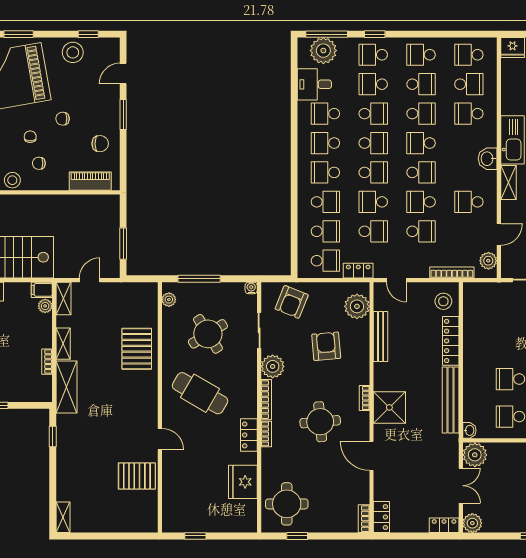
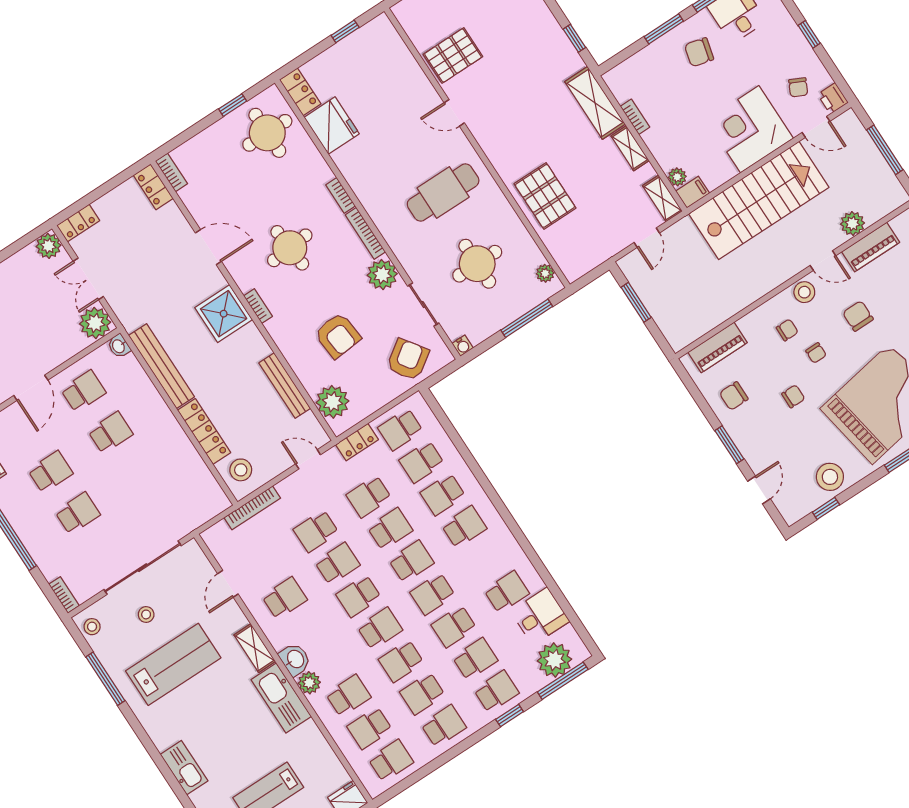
school desk: (325, 143) -> (485, 559), removed
school desk: (373, 172) -> (411, 561), turned 180
plant: (488, 261) -> (309, 683), moved
armchair: (292, 302) -> (408, 360), turned 33
round table: (208, 334) -> (477, 264), turned 32
cafe table: (200, 393) -> (443, 192), turned -30
locker: (249, 435) -> (300, 92), moved

